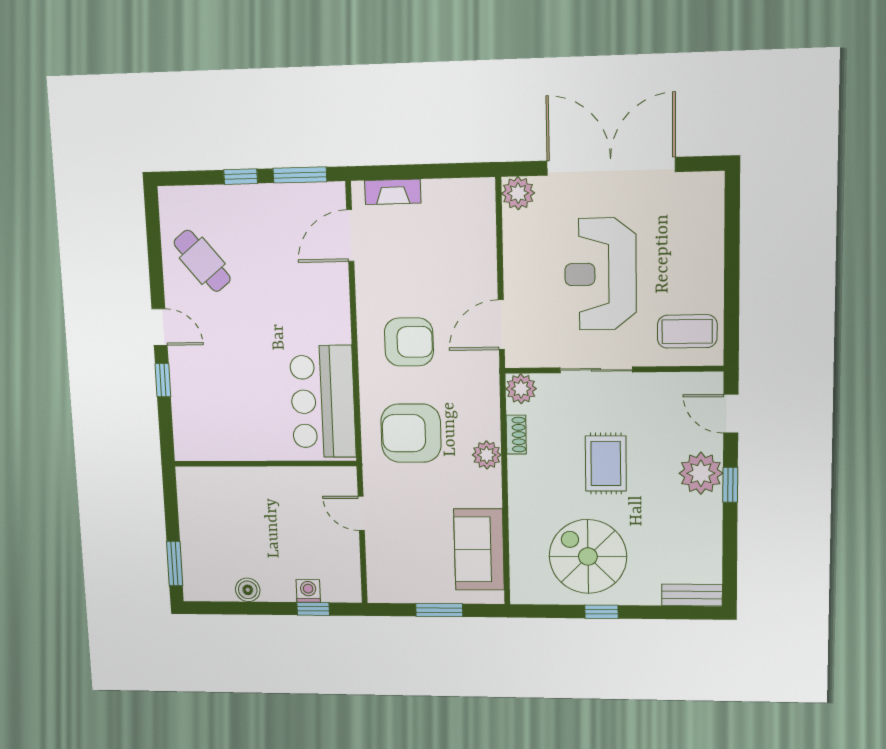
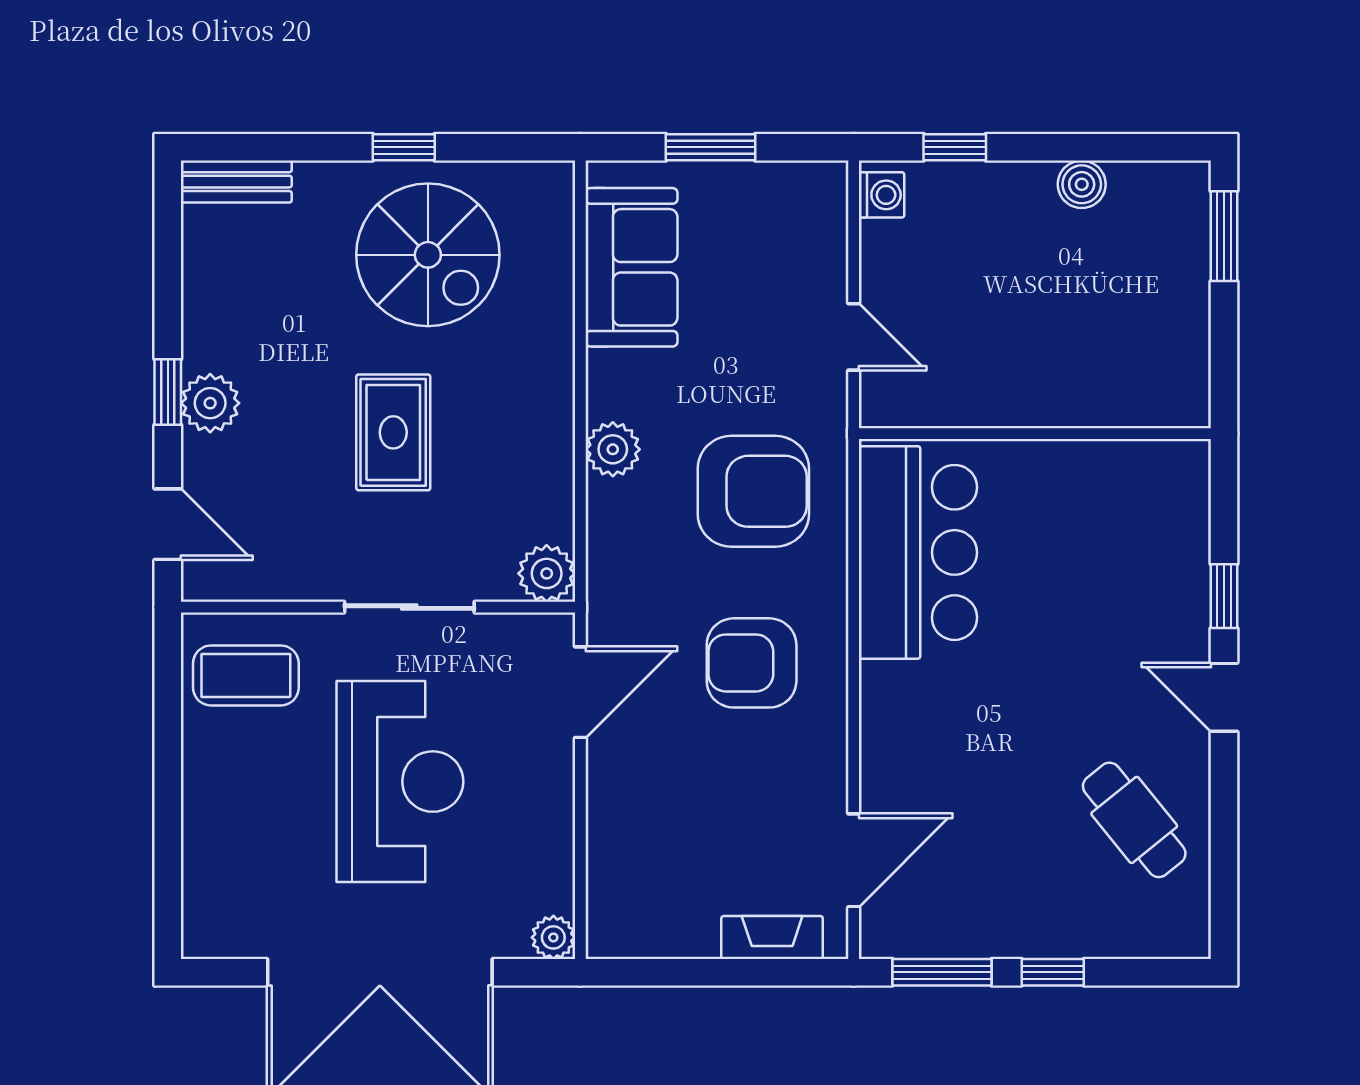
plant: (518, 193) -> (553, 937), width x0.73, depth x0.73
shoe rack: (516, 435) -> (557, 488), removed
plant: (701, 473) -> (210, 403), width x0.73, depth x0.73
washing machine: (308, 591) -> (882, 195), moved, turned -90

